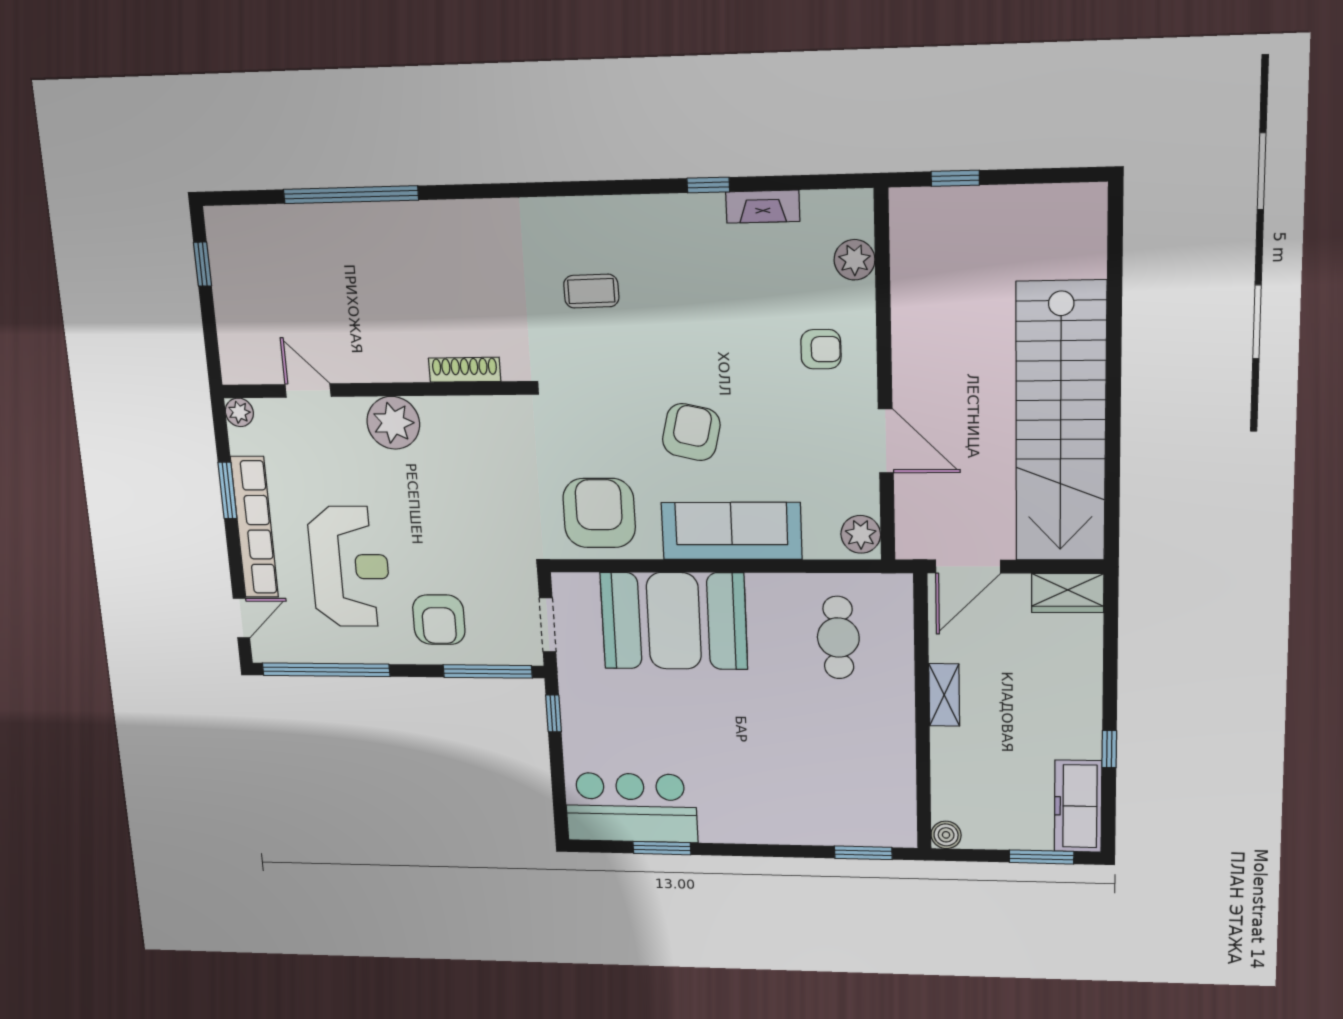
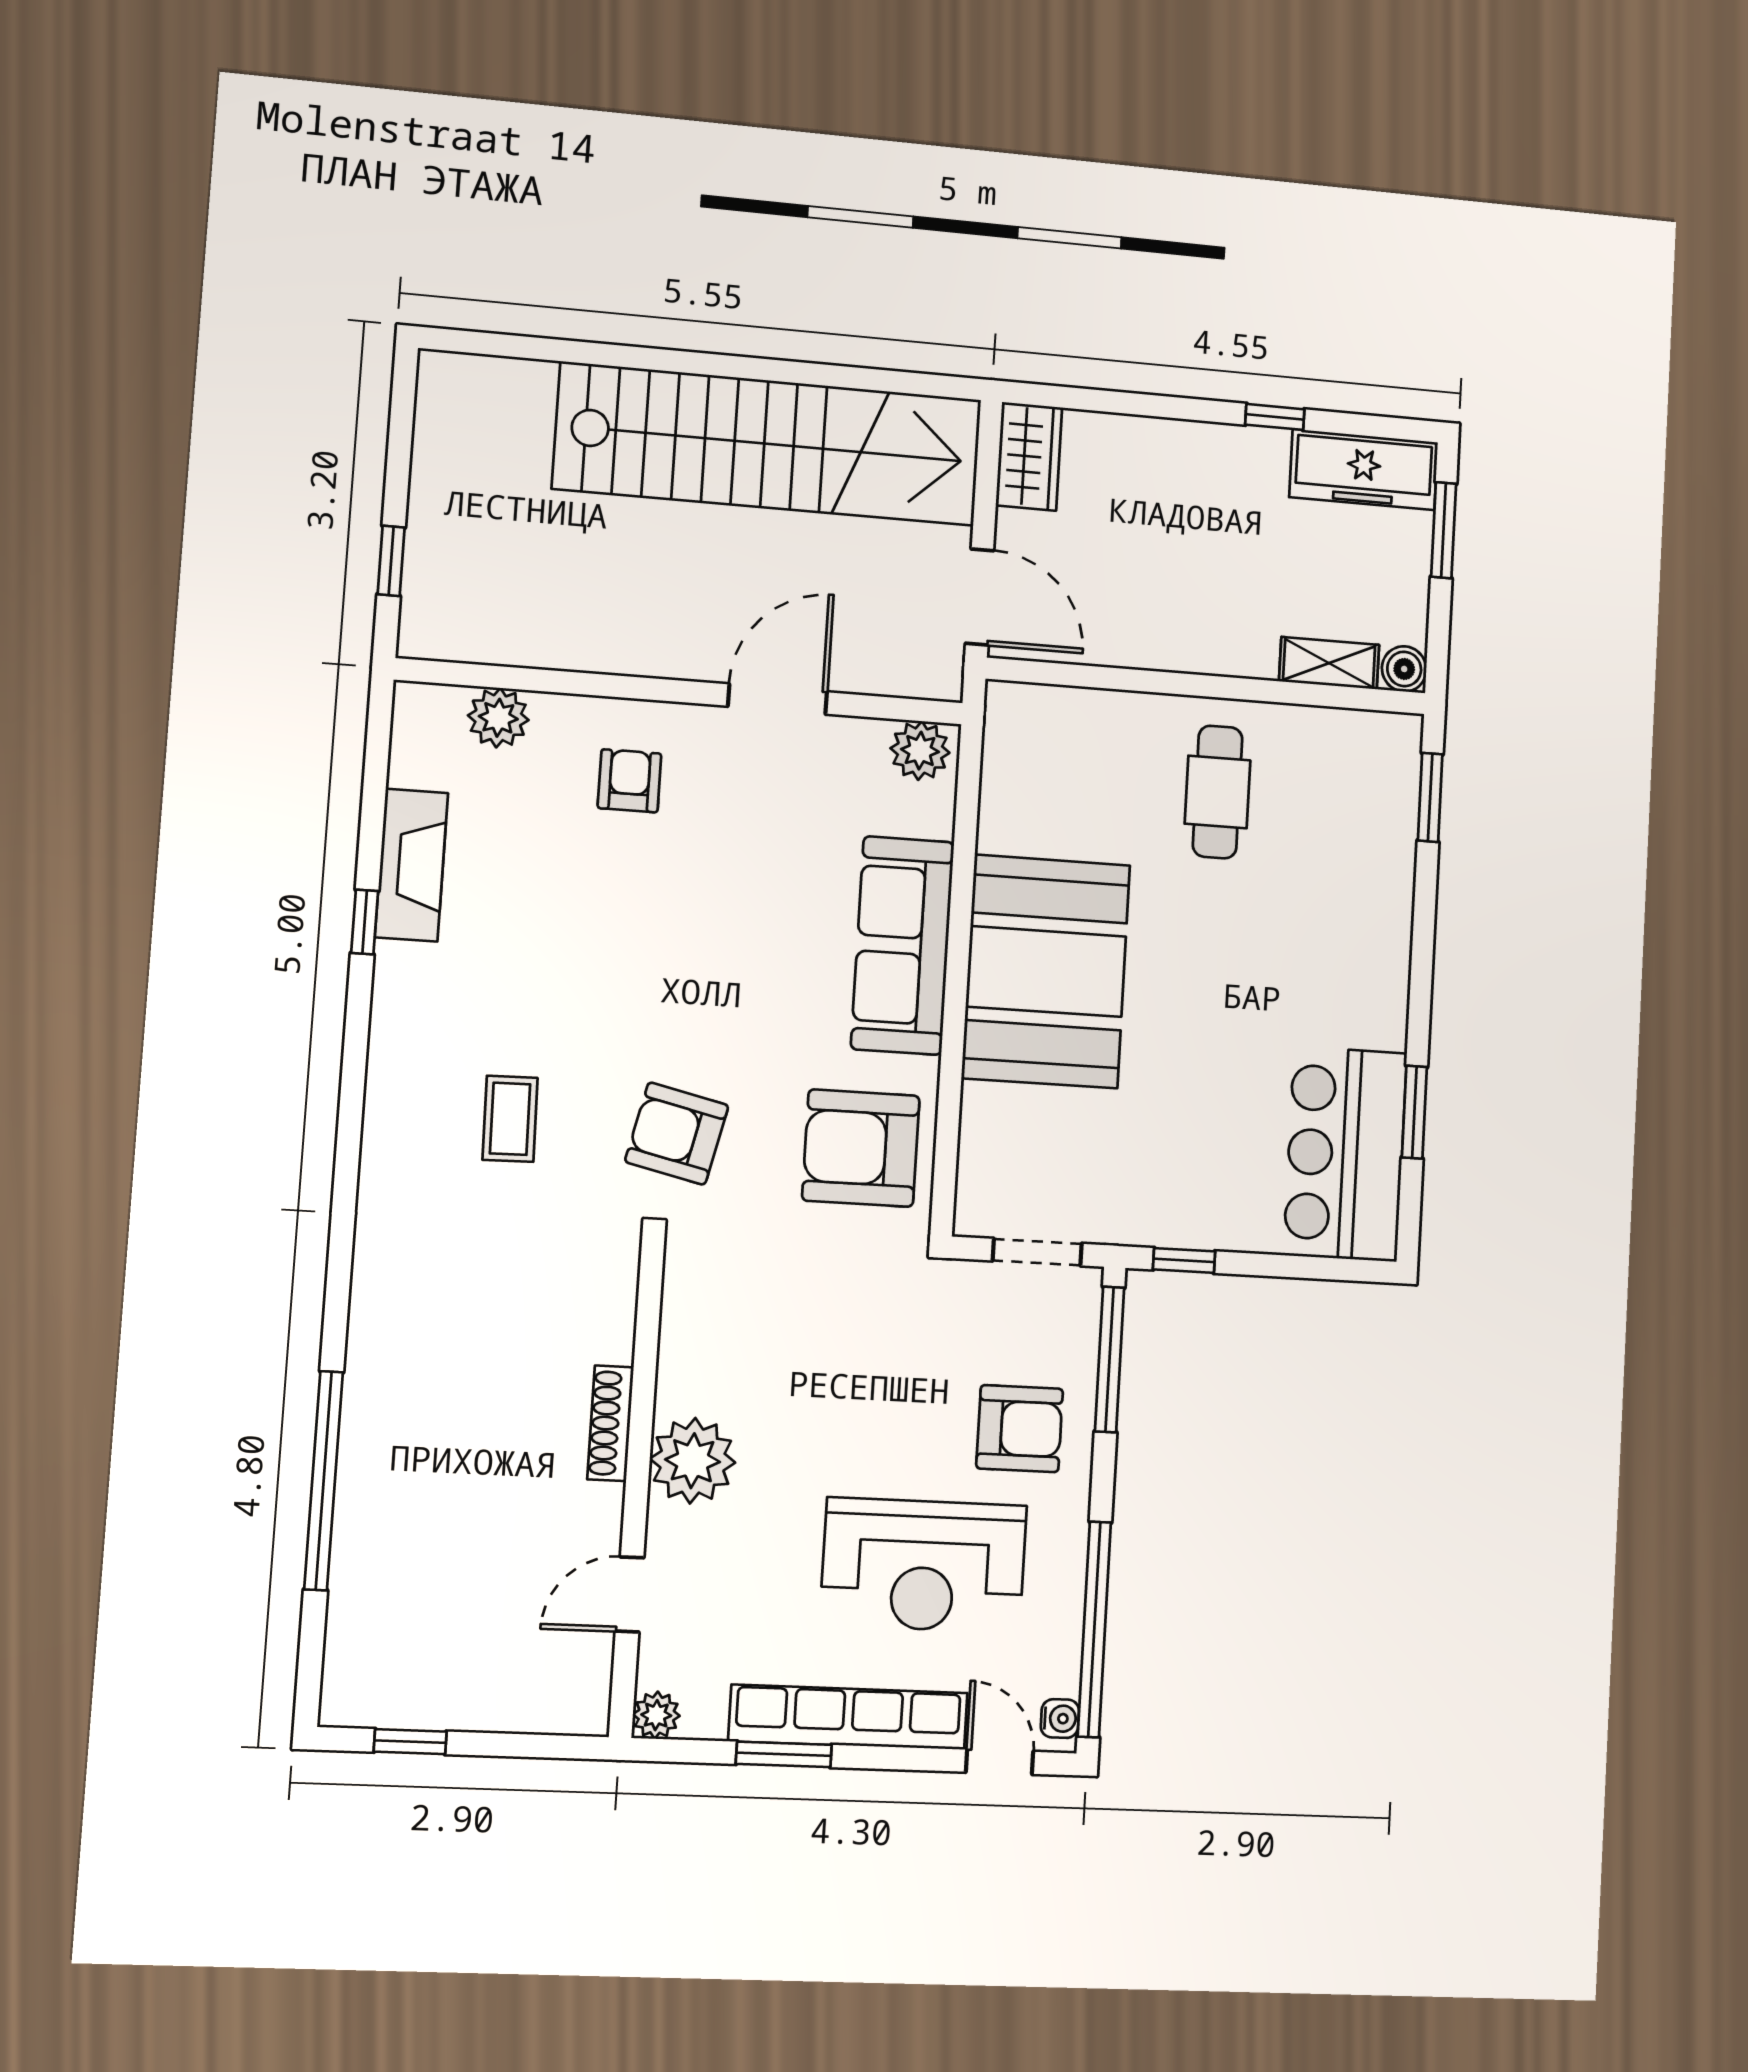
fireplace: (763, 207) -> (411, 865), width x1.37, depth x1.32
shoe rack: (465, 370) -> (610, 1423), moved
armchair: (691, 432) -> (677, 1134), moved
reception desk: (350, 567) -> (924, 1565), turned 180
booth: (674, 621) -> (1046, 971), moved
cafe table: (838, 638) -> (1218, 792), moved, turned 90
water cooler: (271, 652) -> (1060, 1719), added
shelving: (944, 695) -> (1329, 663), moved

